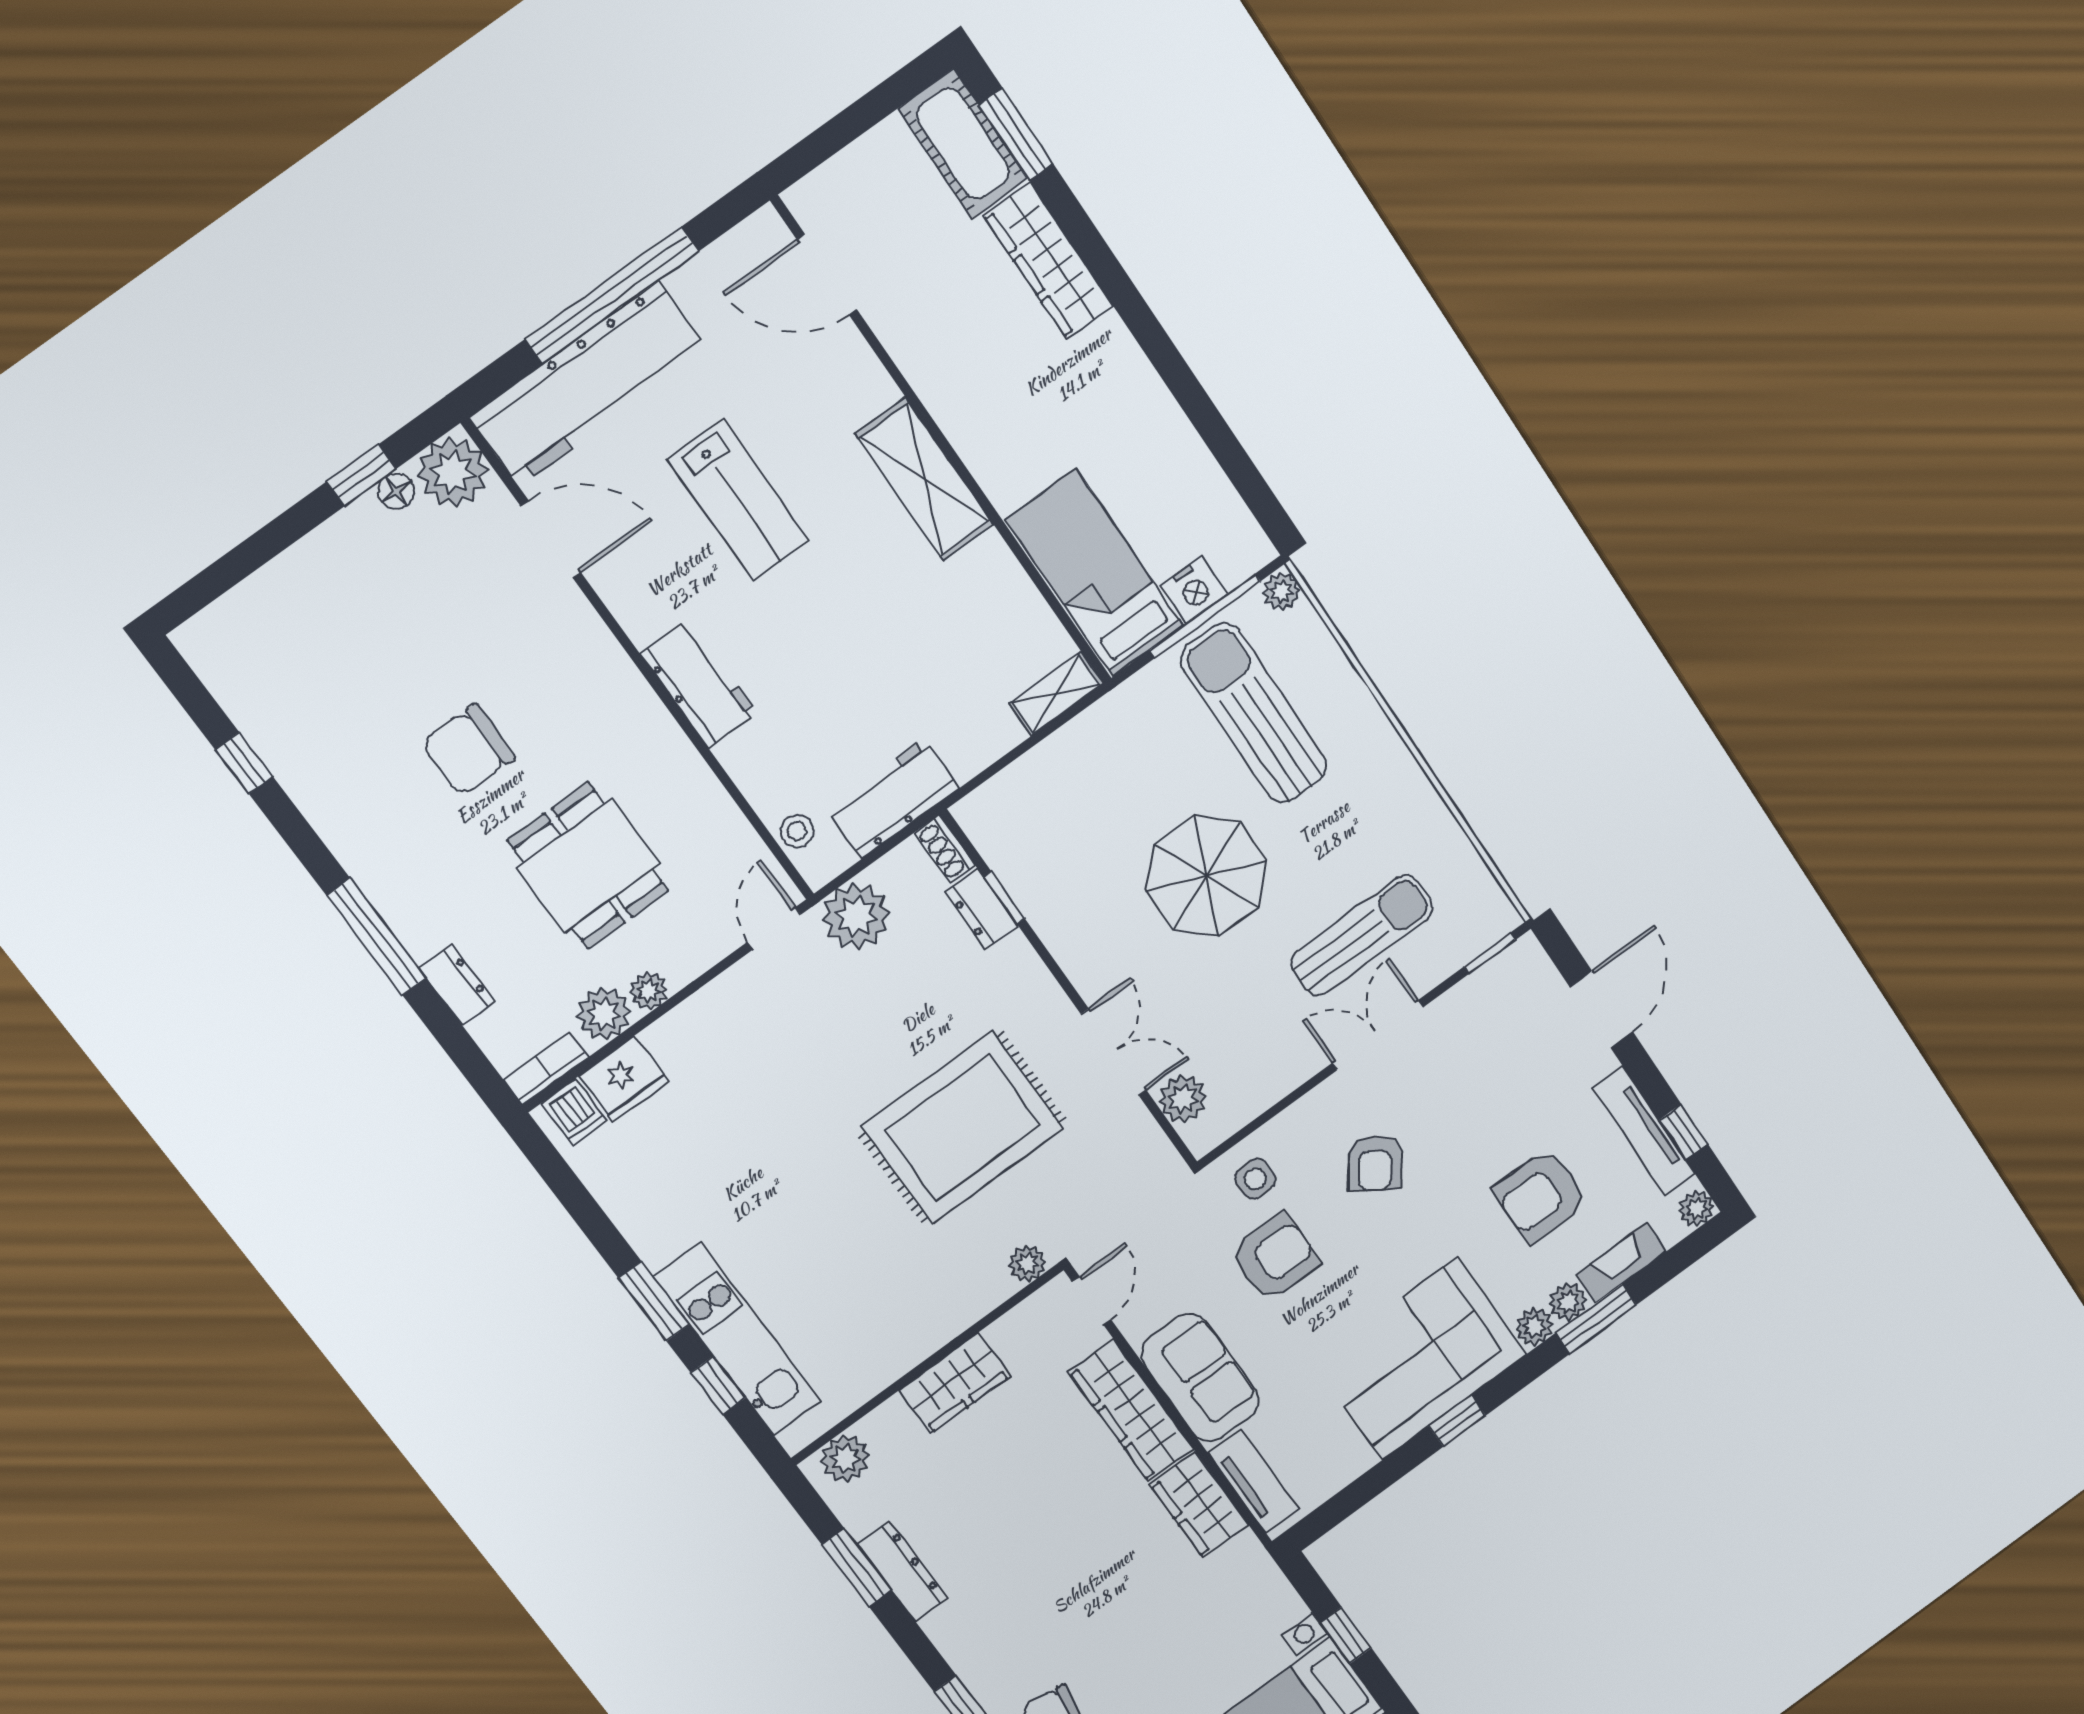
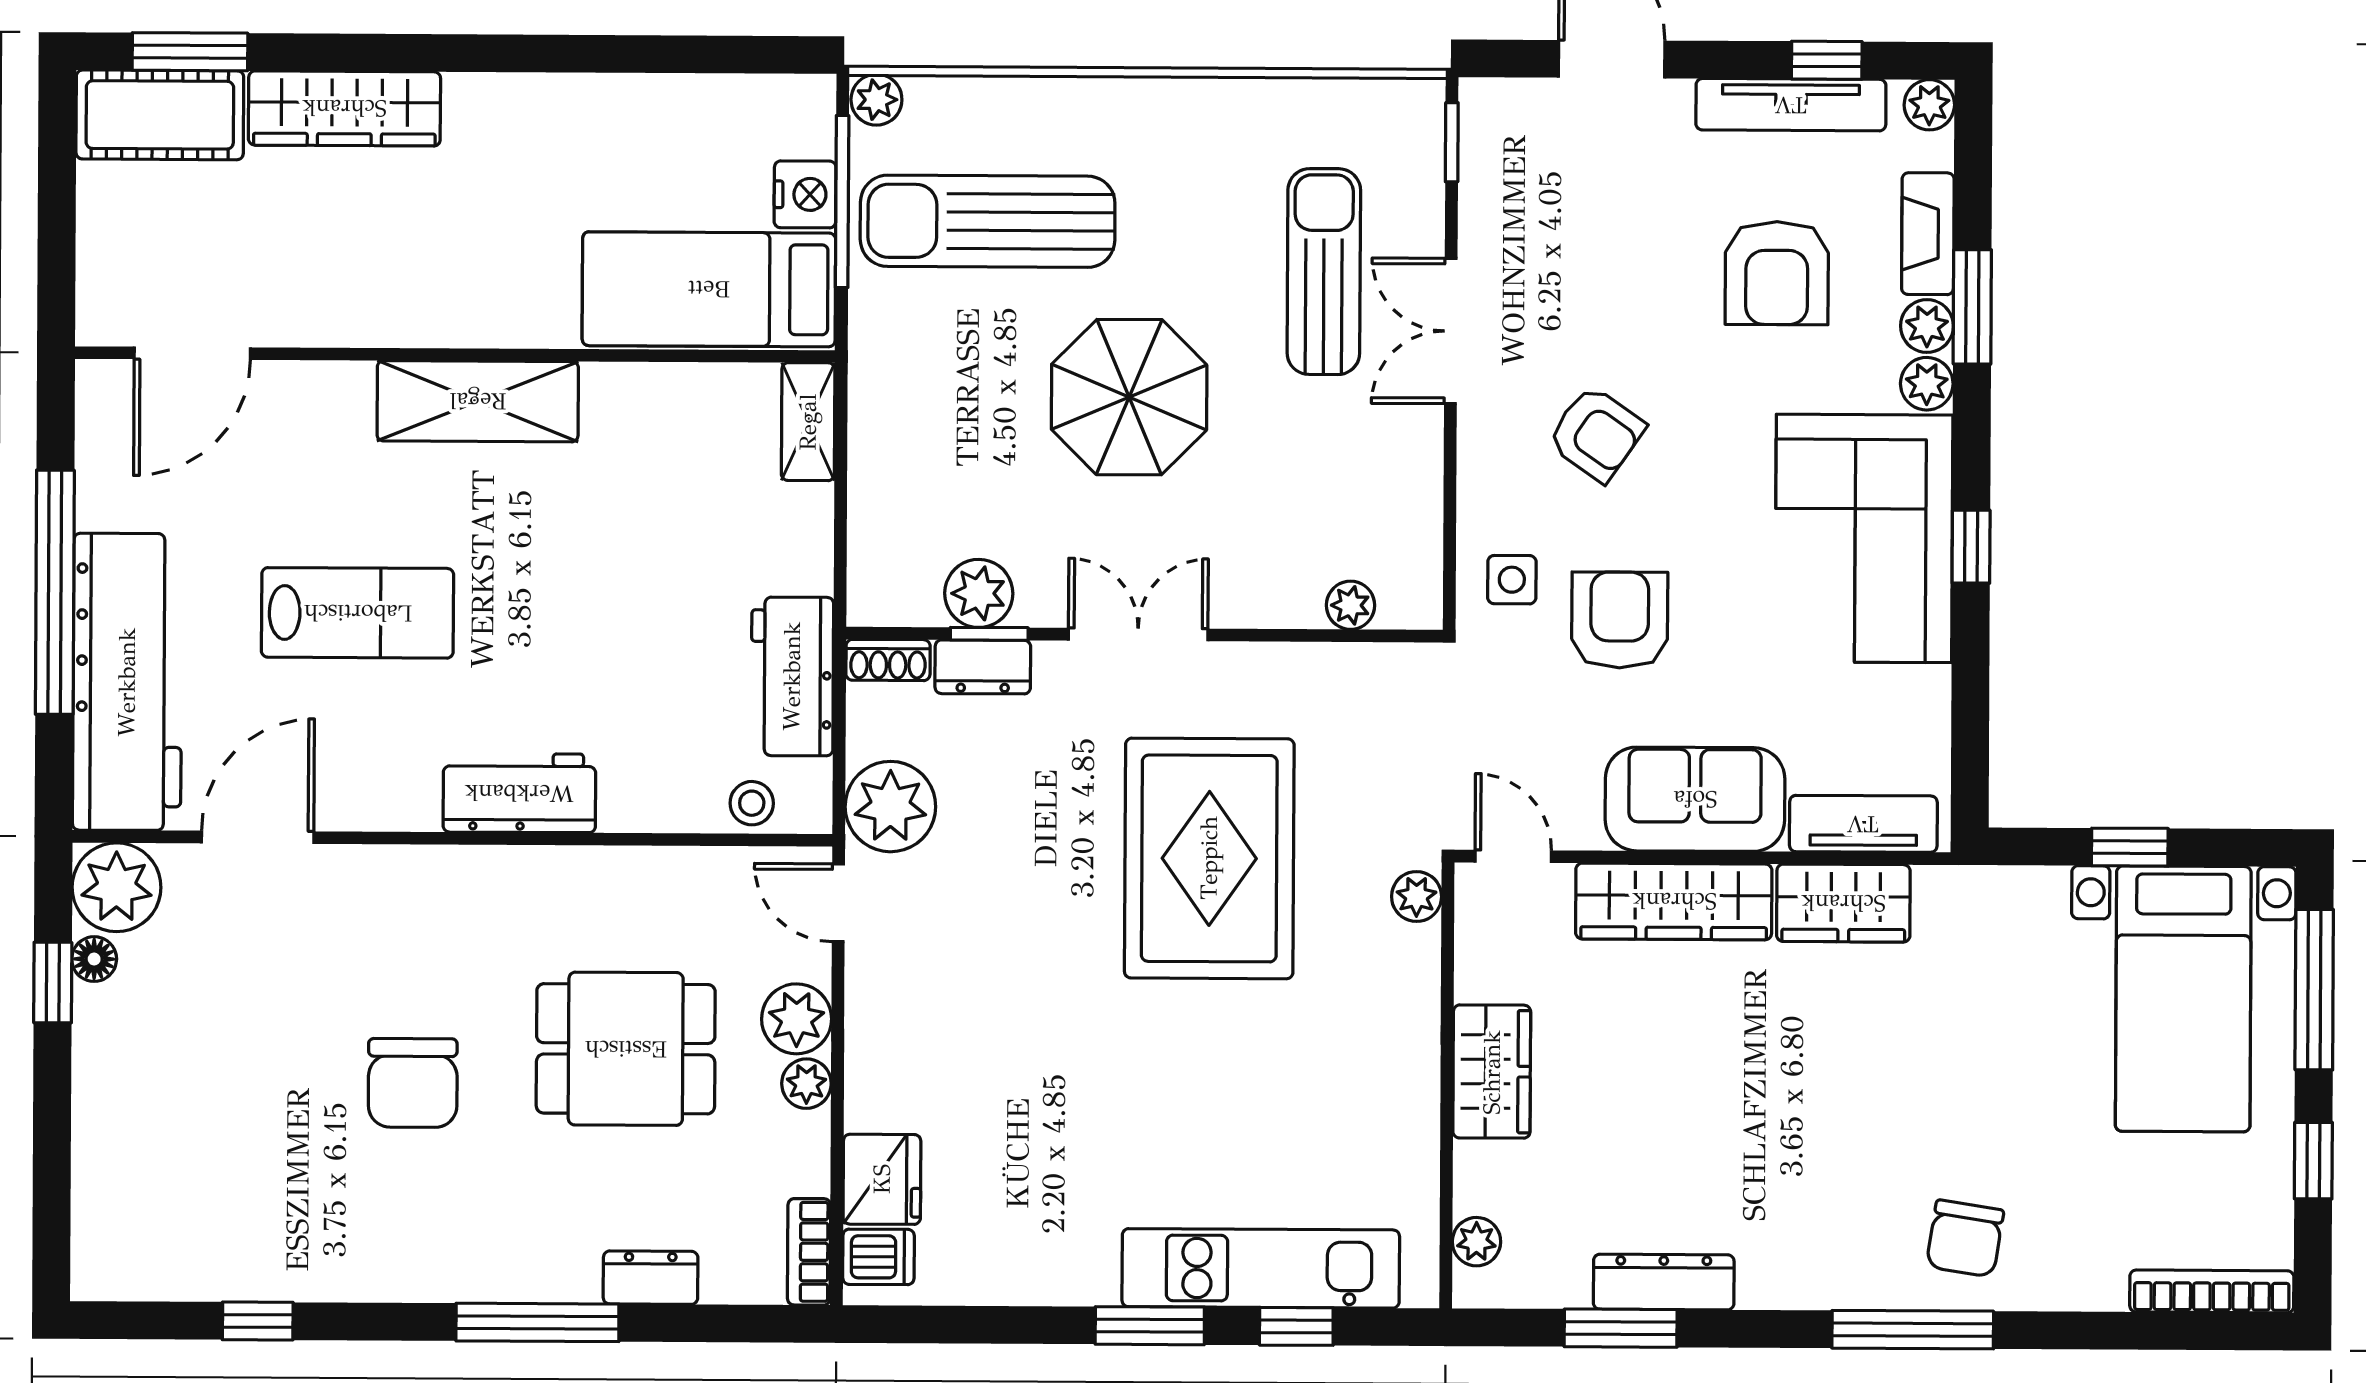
plant: (1024, 874) -> (979, 593), added
plant: (604, 1014) -> (797, 1019), moved
double door: (1114, 1052) -> (1138, 635), moved
plant: (1183, 1099) -> (1351, 605), width x0.73, depth x0.73
plant: (845, 1458) -> (1476, 1242), width x0.73, depth x0.73

